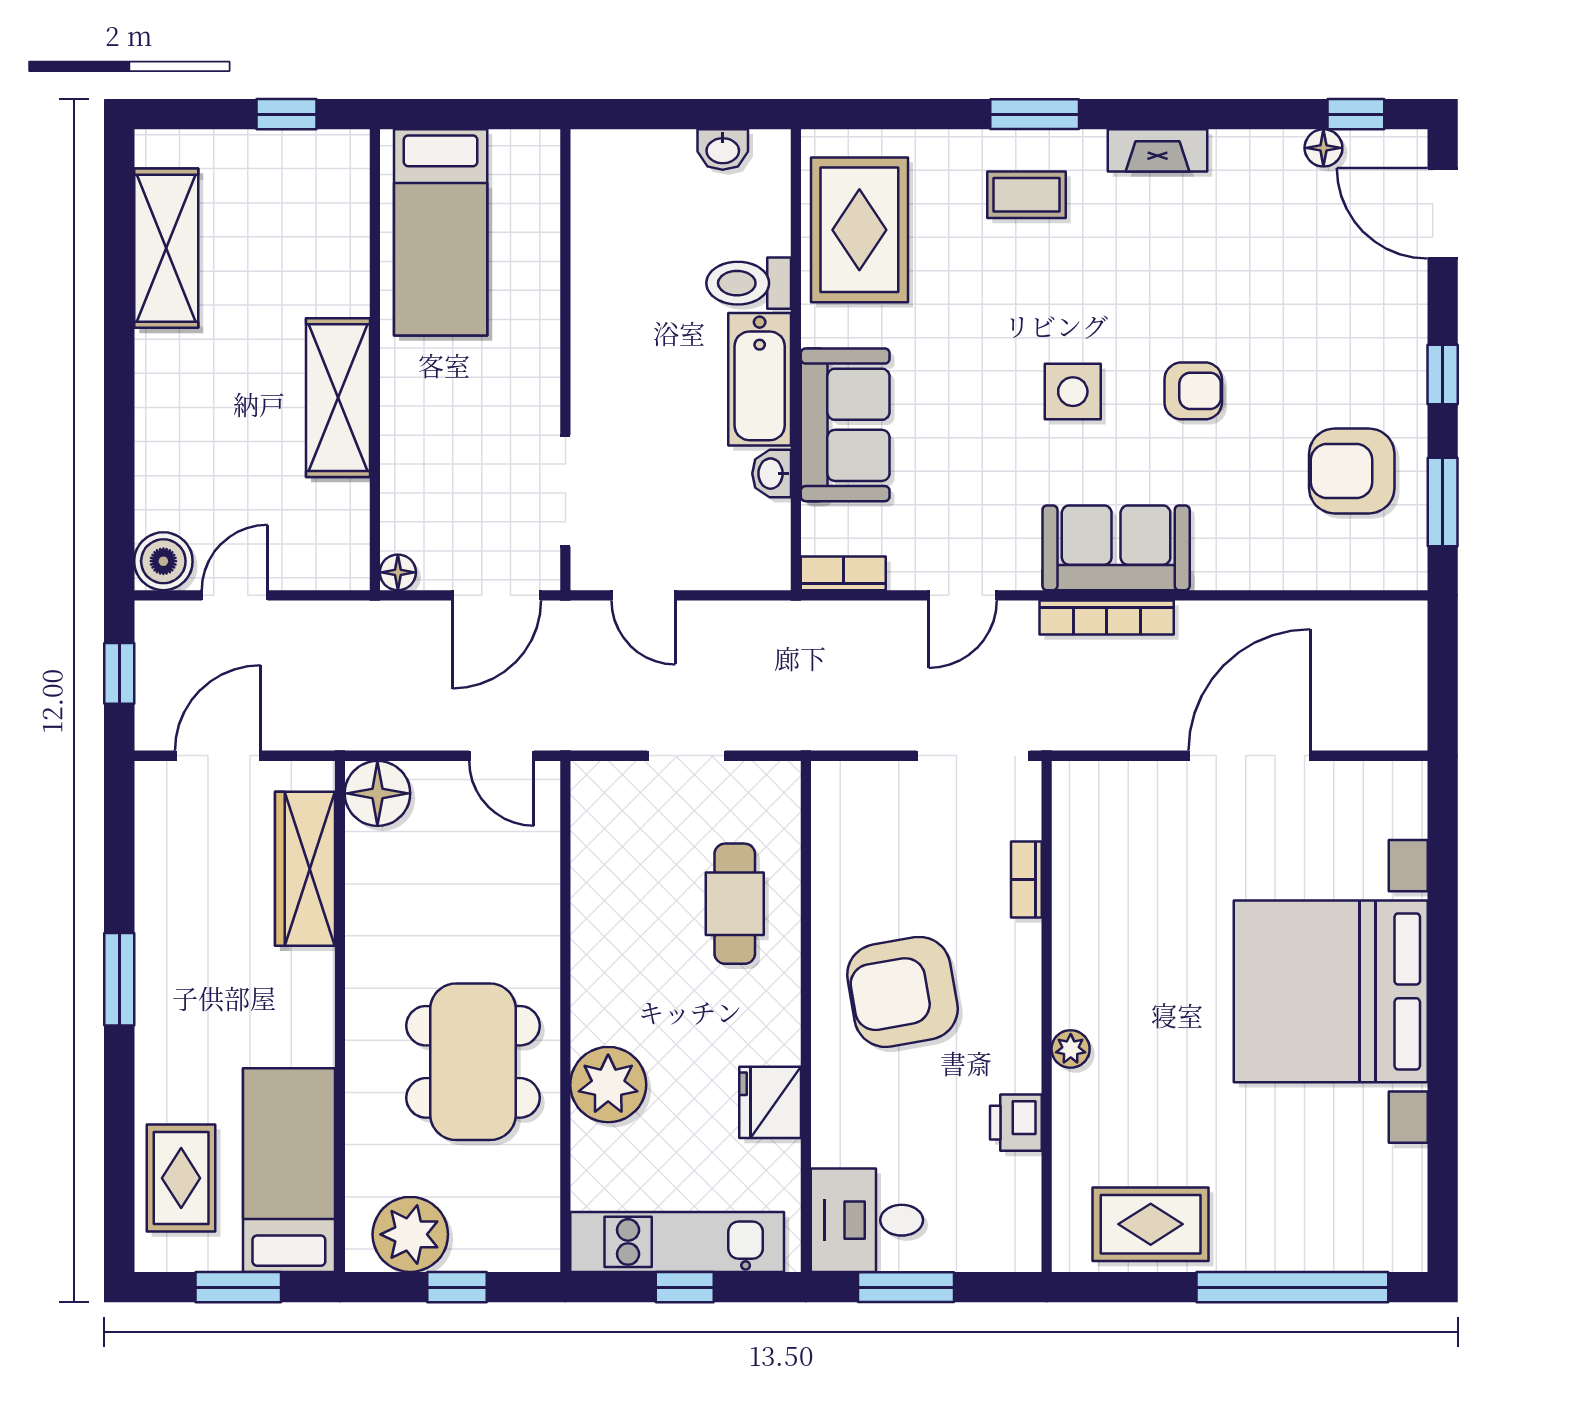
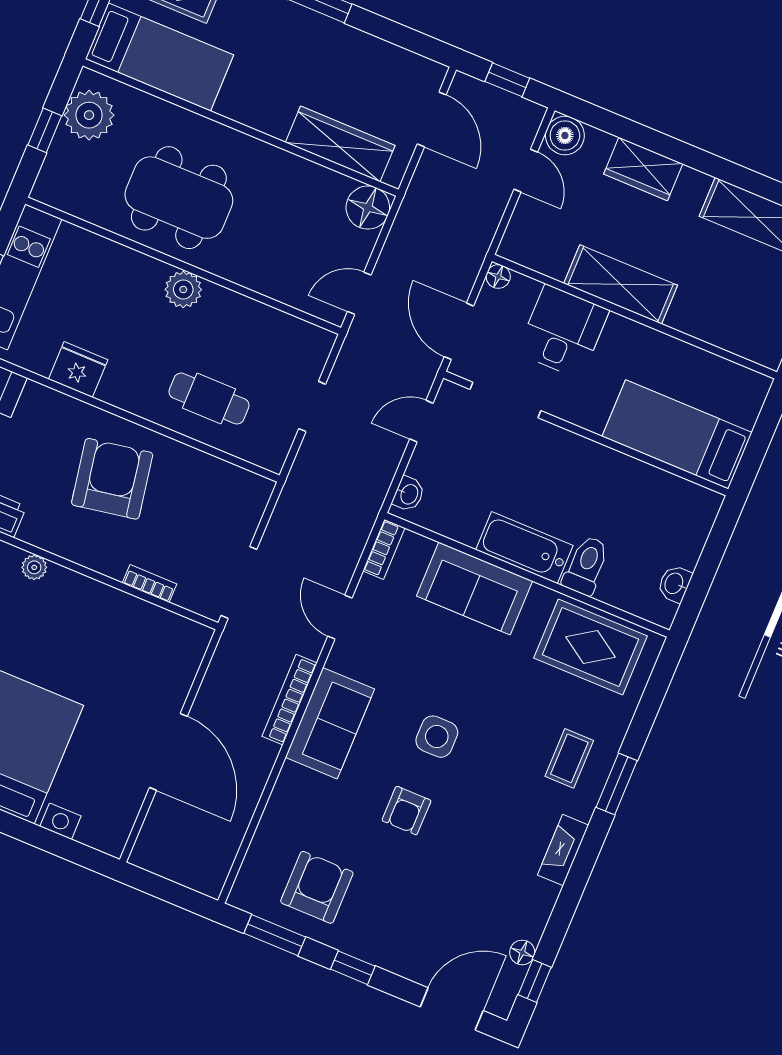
bed: (441, 232) -> (677, 434), moved
wardrobe: (165, 433) -> (643, 169), added
desk: (437, 450) -> (563, 332), added
washbasin: (772, 474) -> (409, 494), moved, turned 90
plant: (608, 1085) -> (183, 289), moved, width x0.73, depth x0.73

